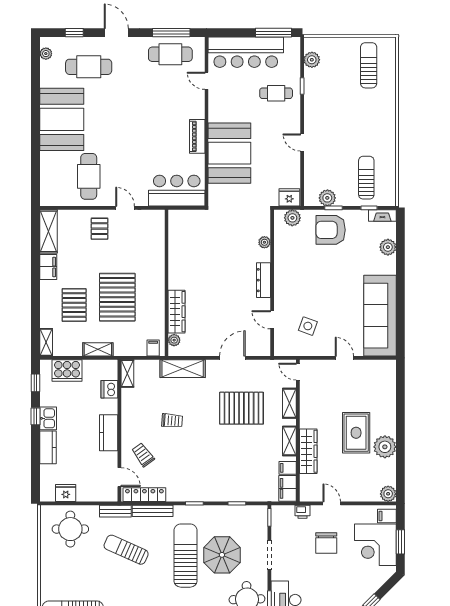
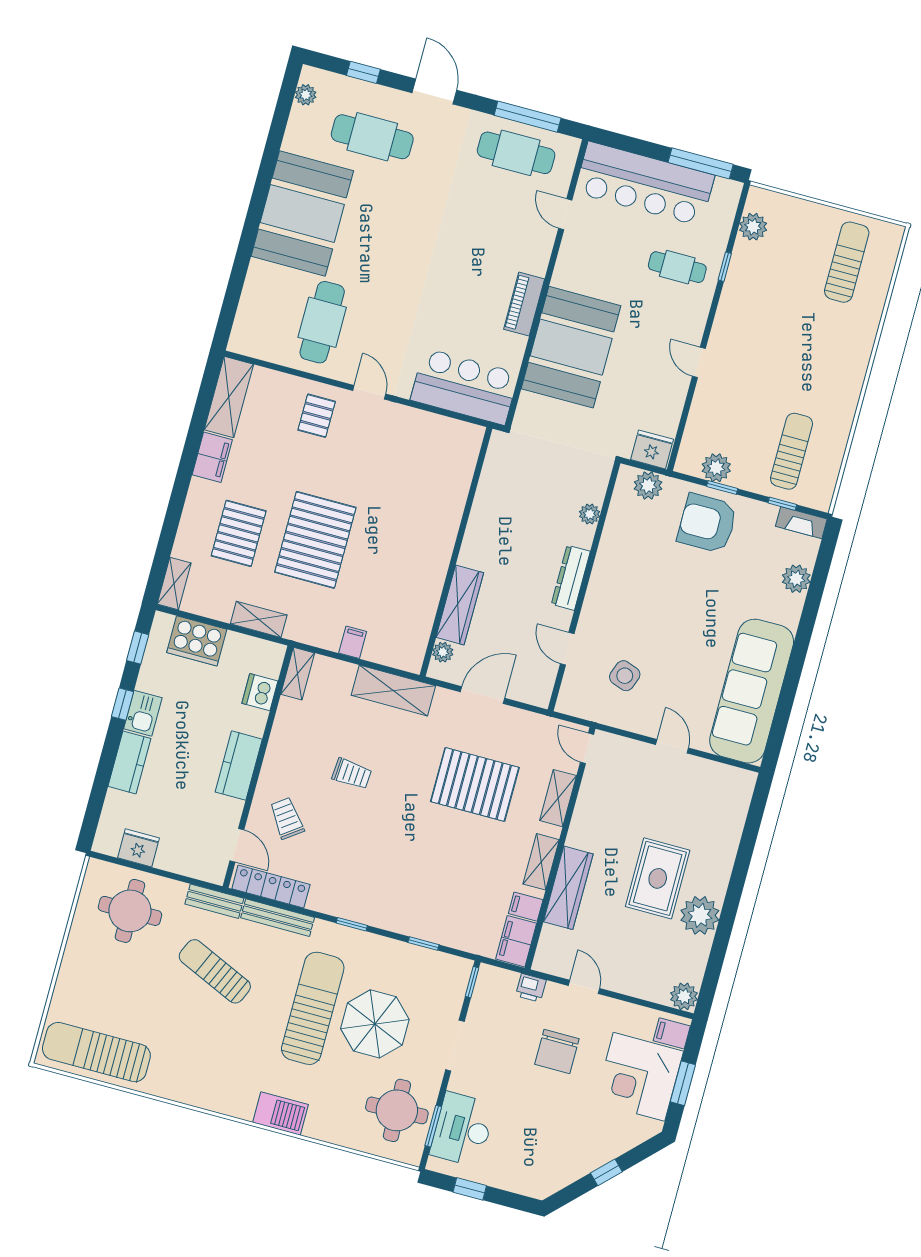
wall: (167, 283) -> (456, 552), moved
wardrobe: (177, 312) -> (460, 605), moved
plant: (174, 340) -> (443, 652), moved

